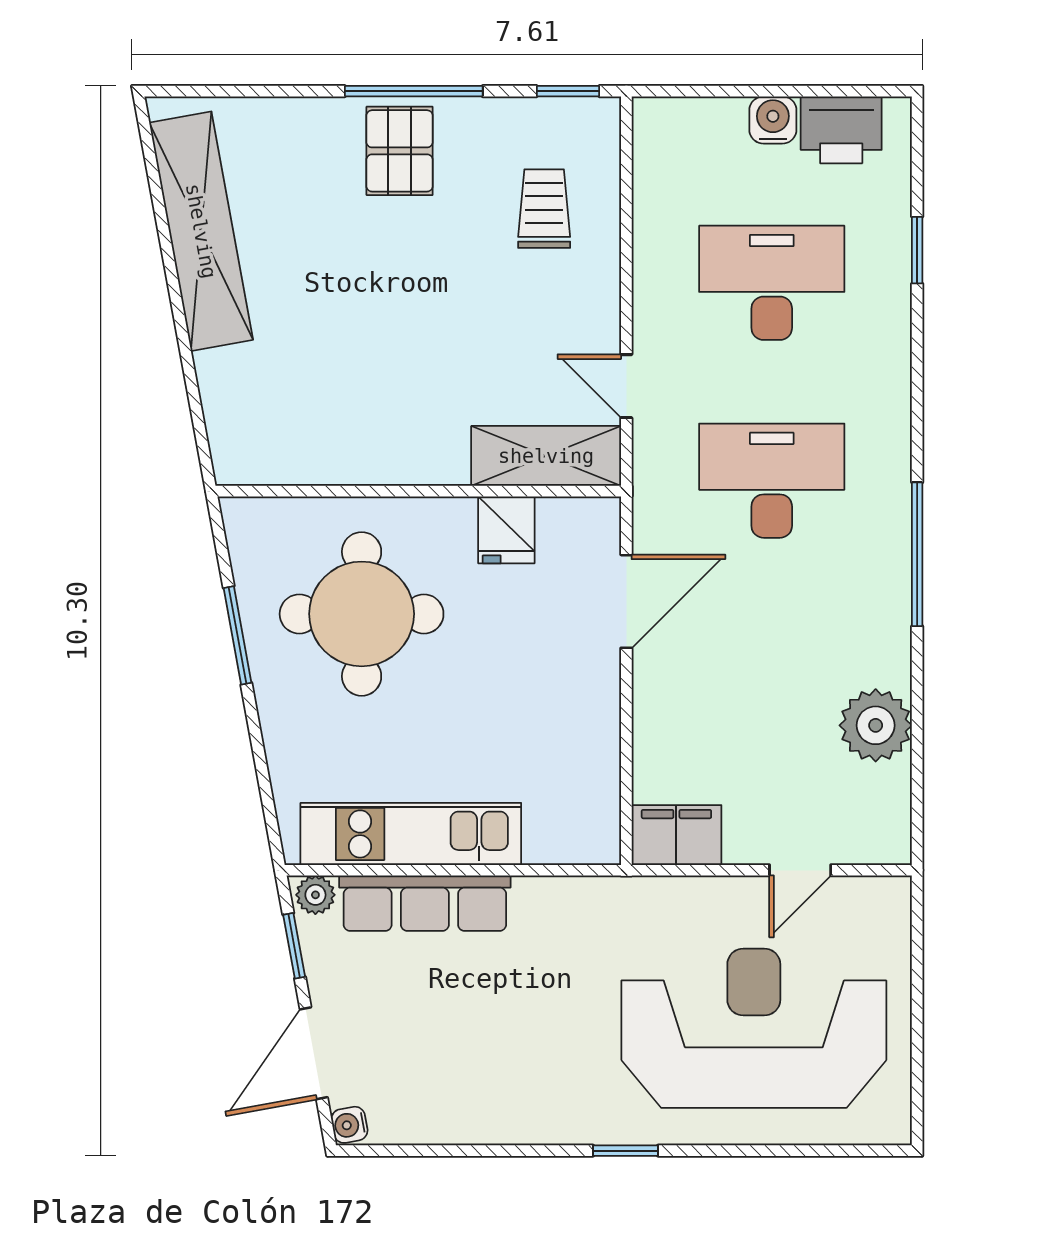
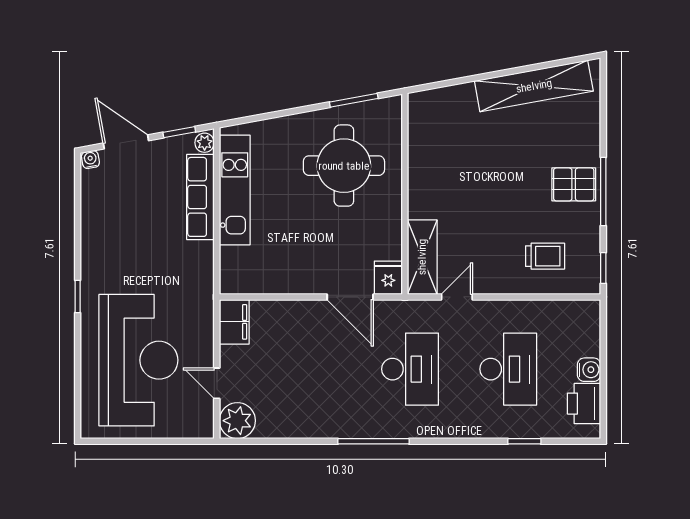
fridge: (506, 530) -> (388, 278), moved, turned 90
window: (237, 635) -> (354, 100), moved
plant: (876, 725) -> (237, 421), moved

